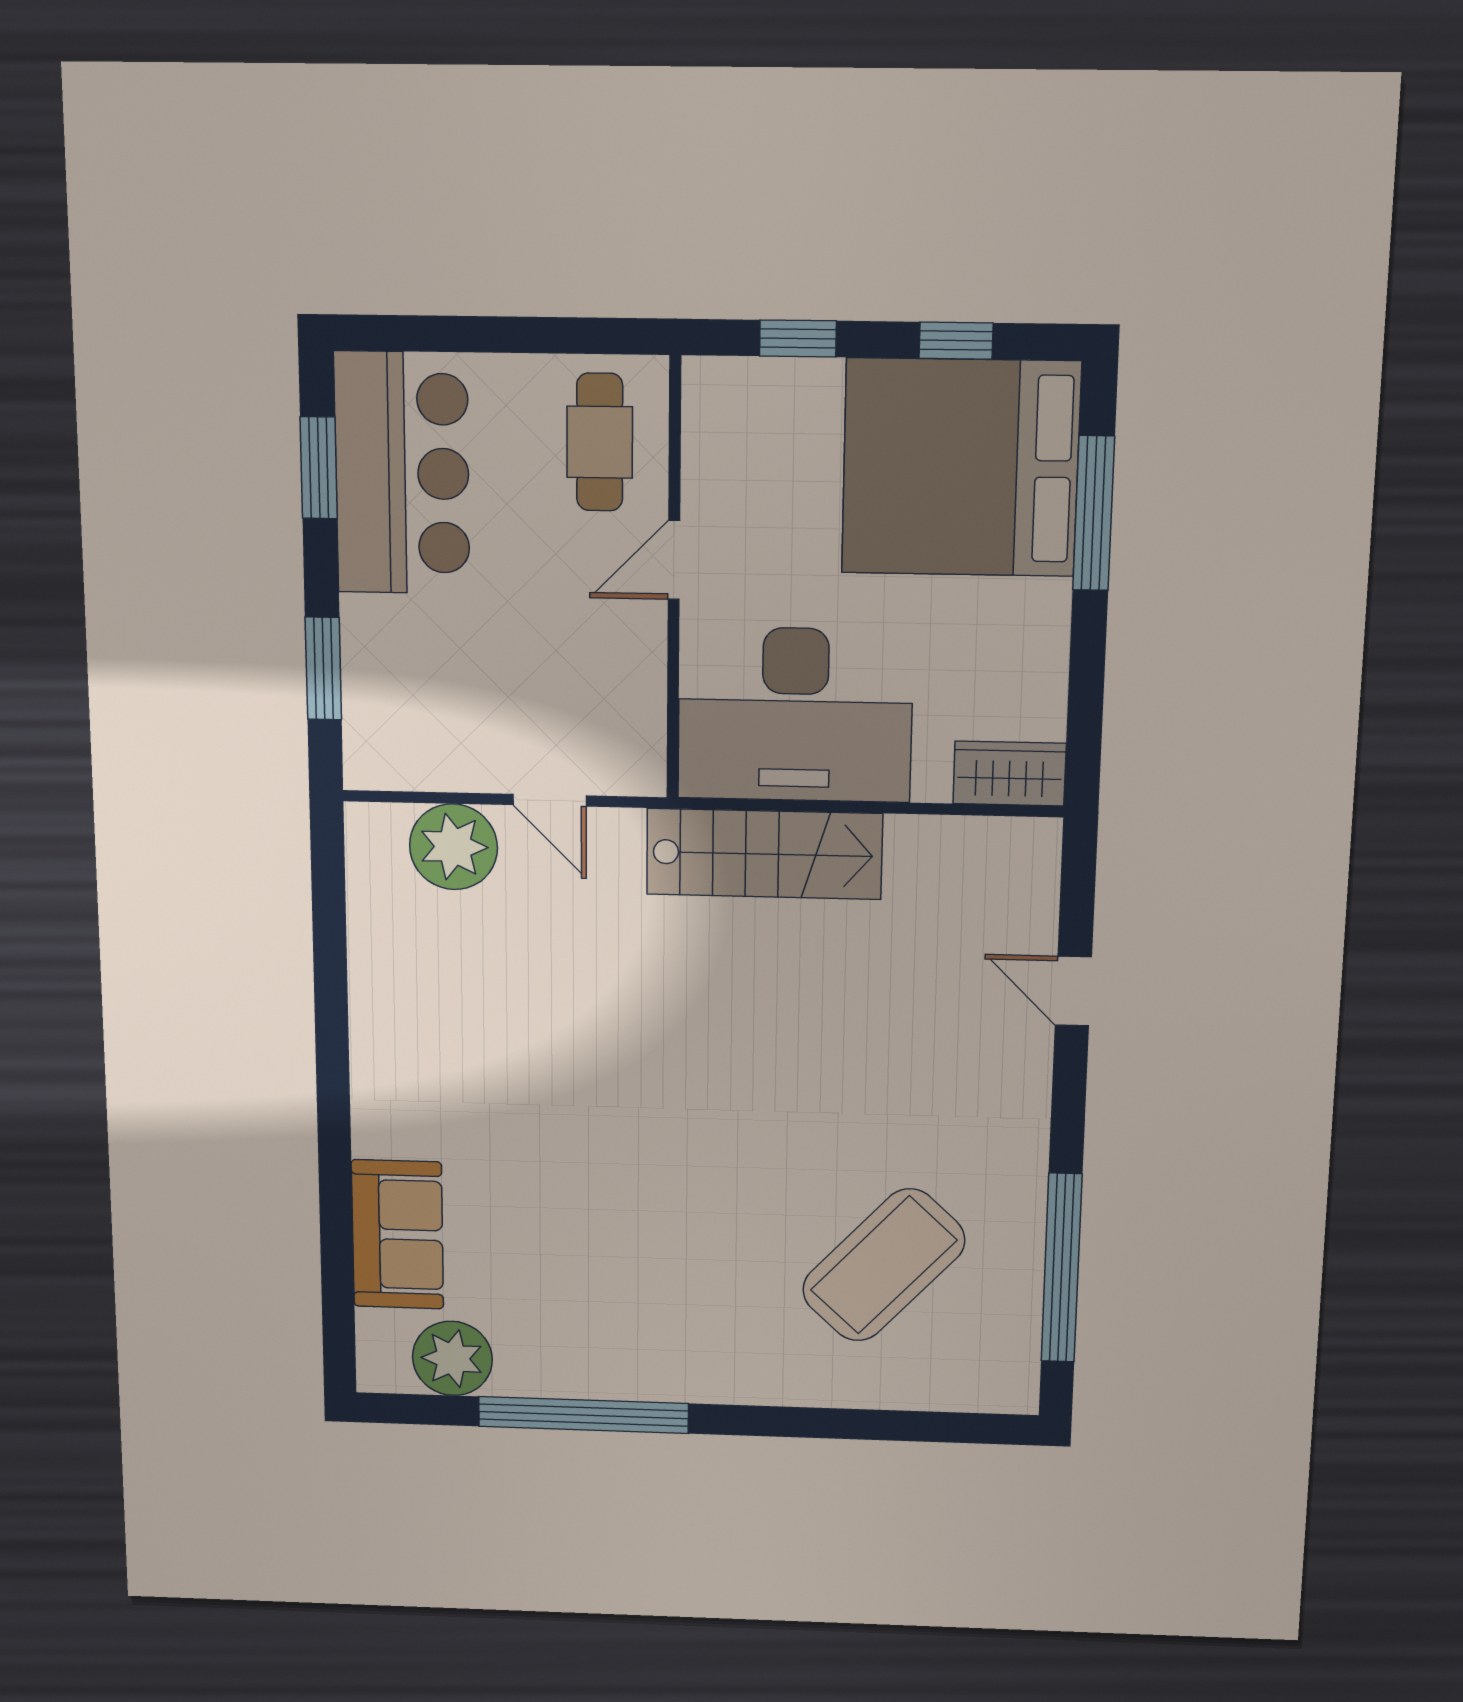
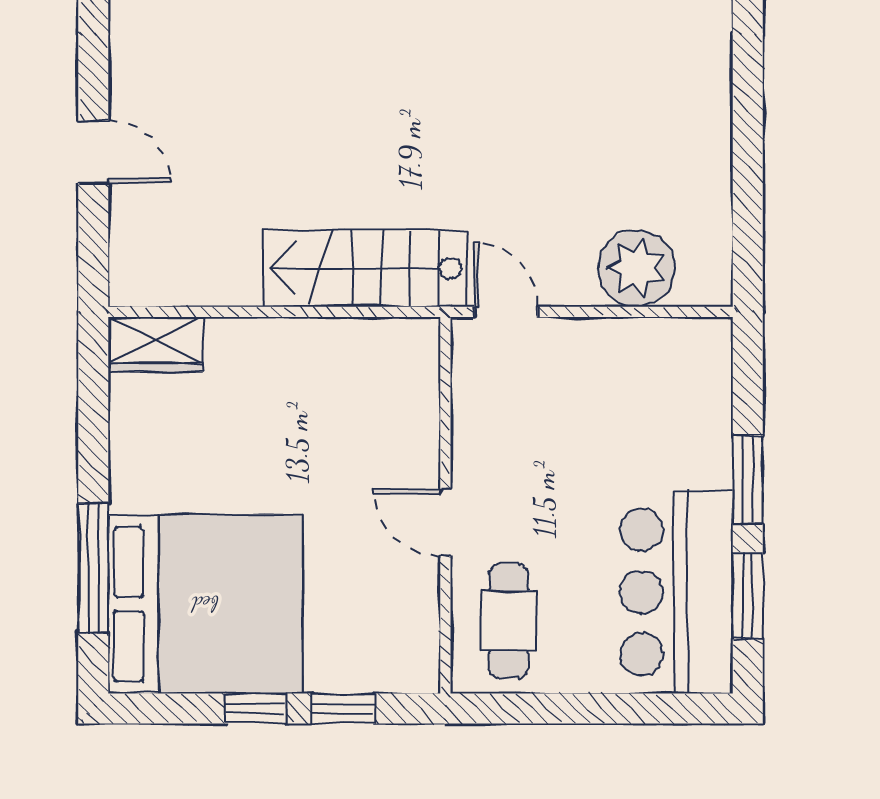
window: (956, 341) -> (256, 708), moved
door: (674, 560) -> (445, 523), swing flipped
window: (323, 669) -> (748, 479), moved
desk: (795, 715) -> (340, 392), removed
door: (550, 800) -> (506, 312), moved

